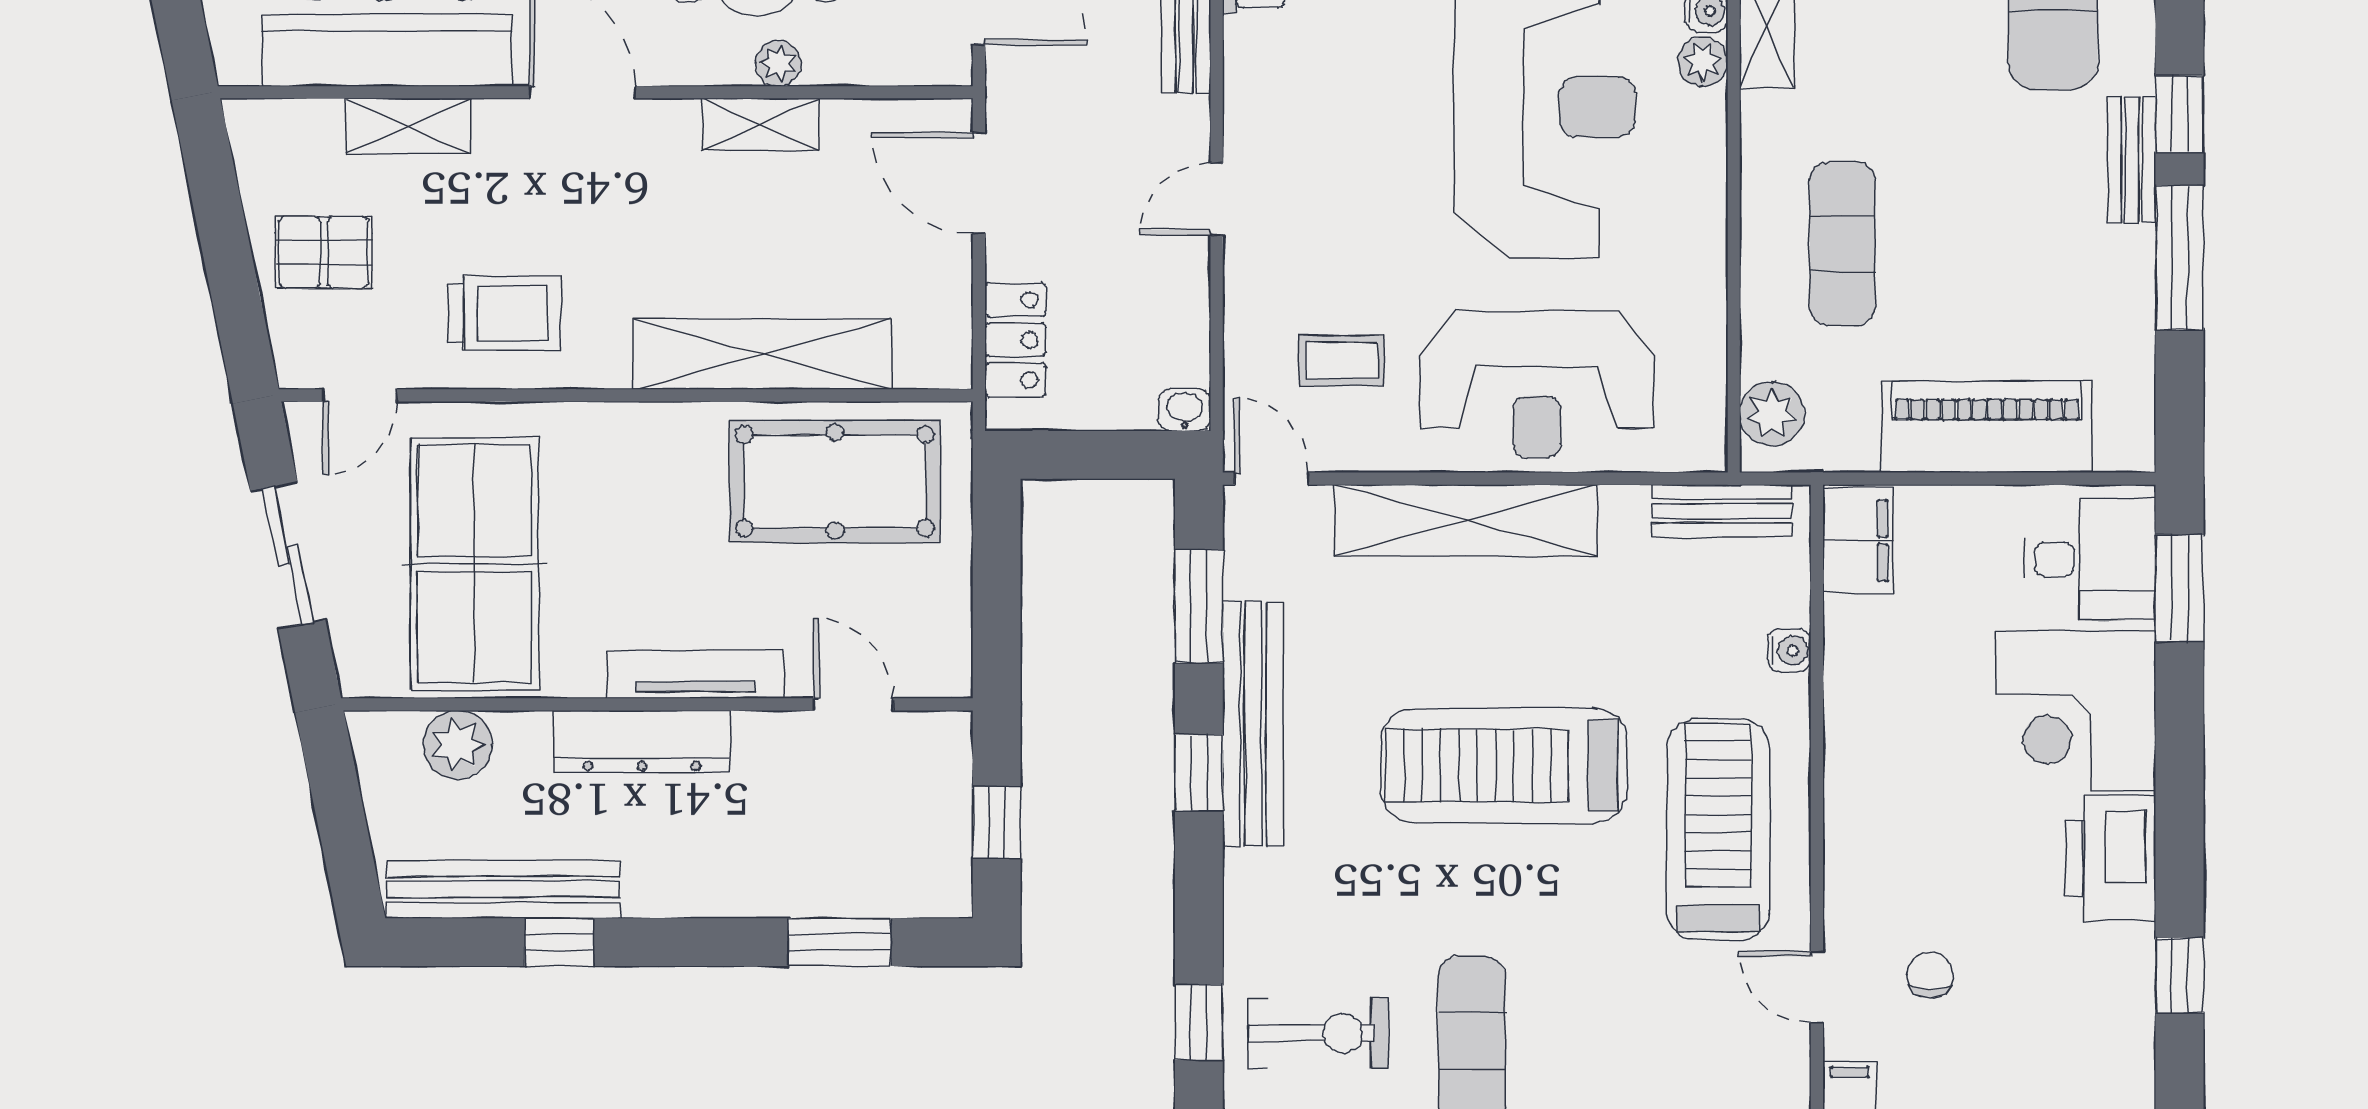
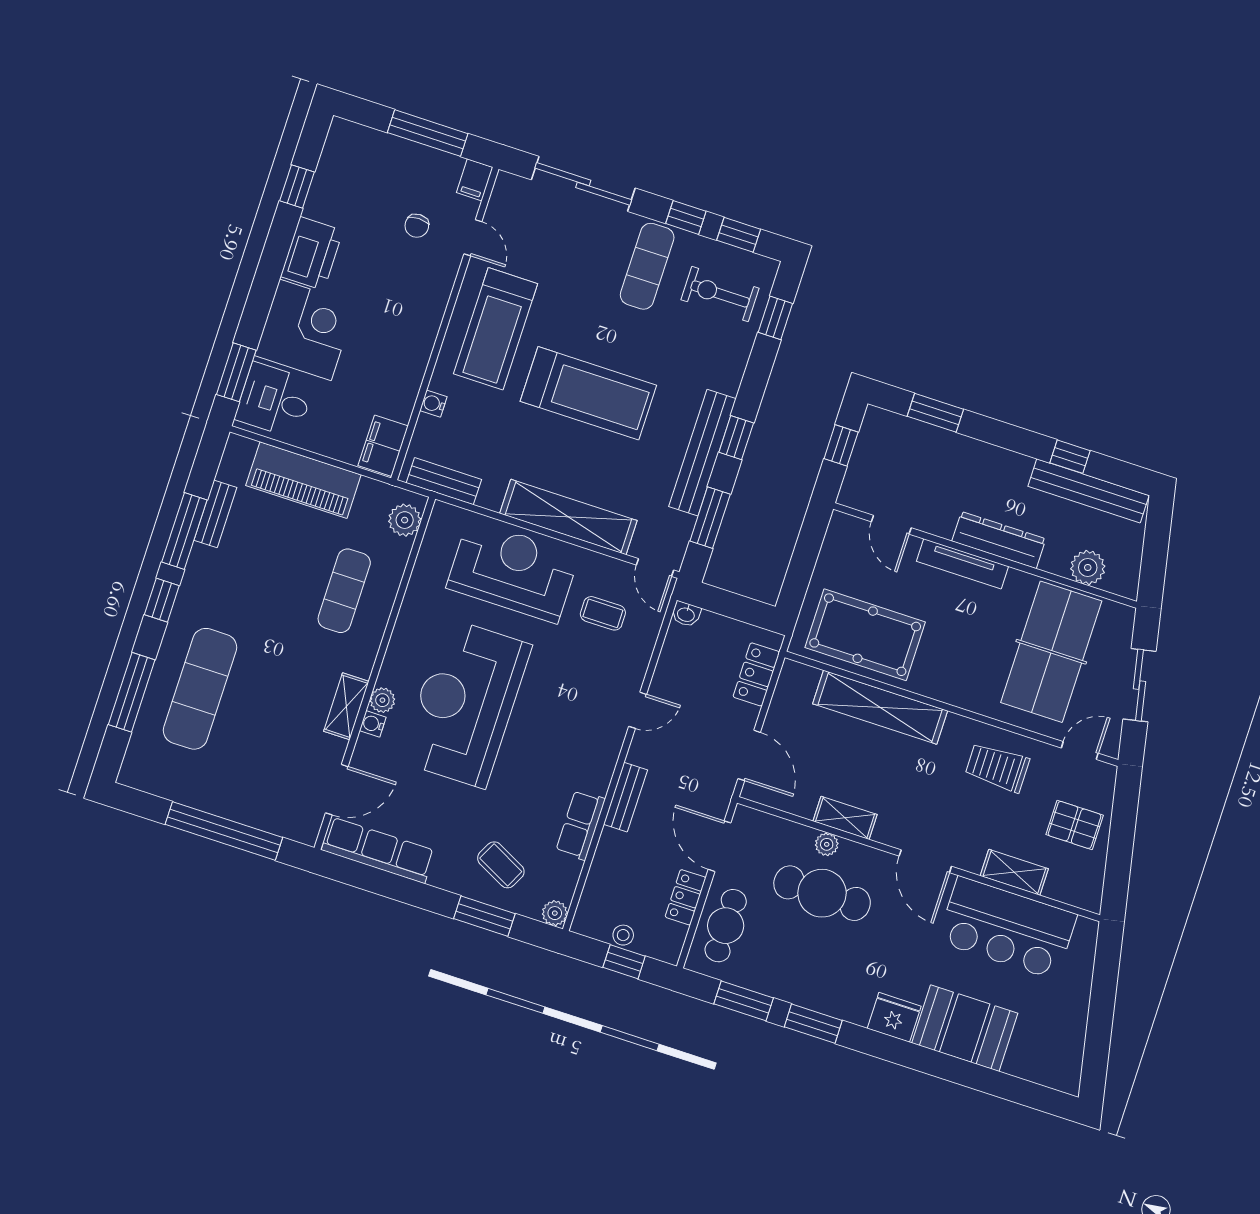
bench: (2132, 160) -> (215, 514), moved

